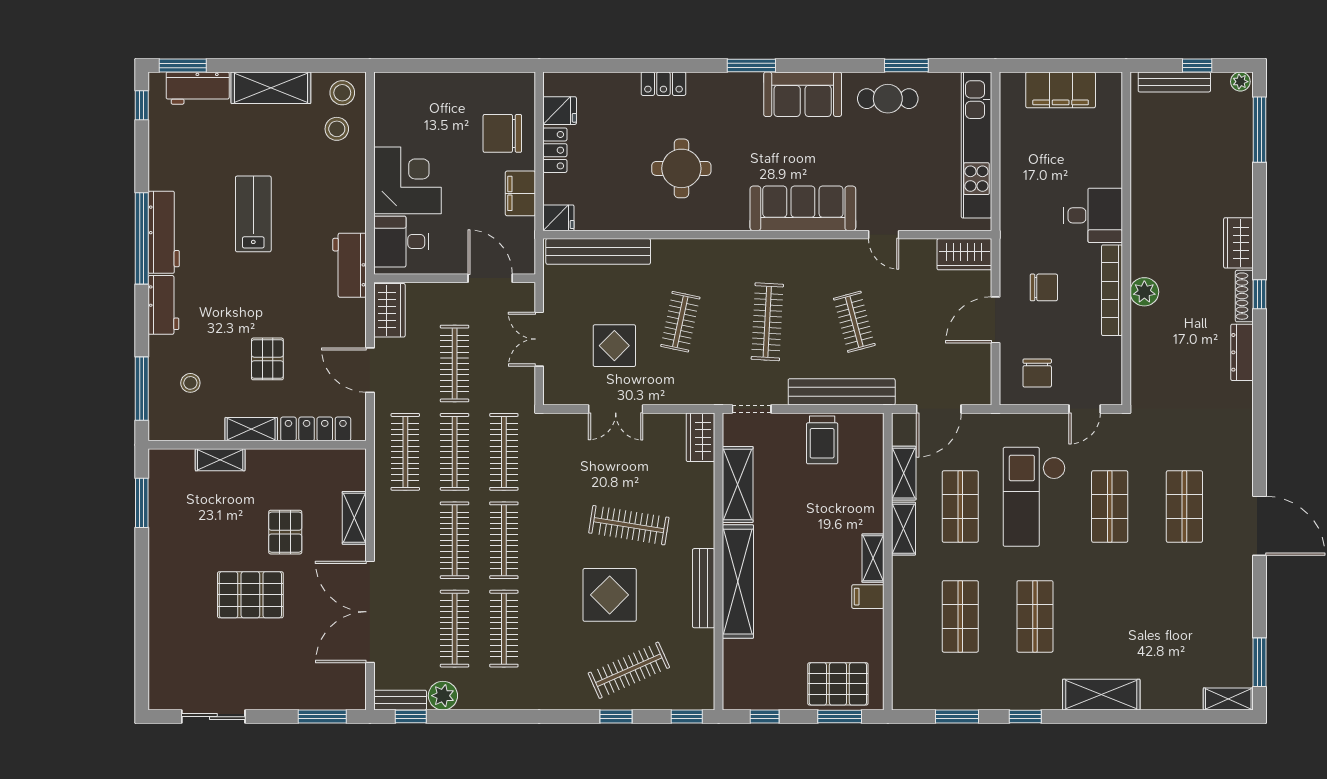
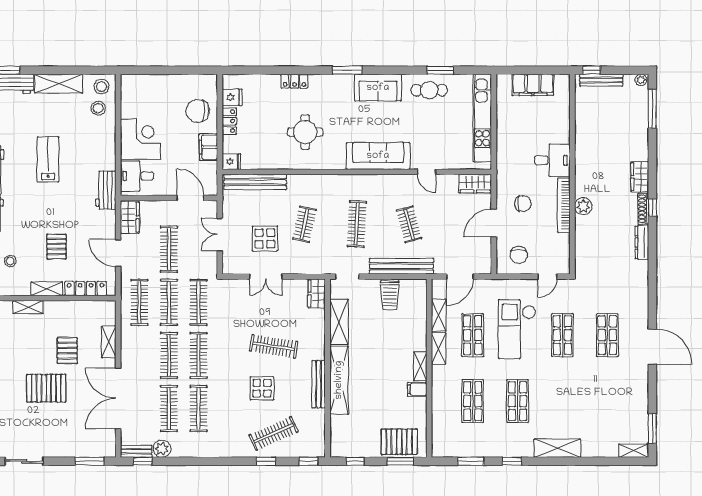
window: (1197, 65) -> (591, 70), moved
display table: (610, 595) -> (262, 388), width x0.73, depth x0.73

